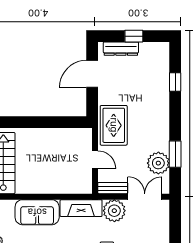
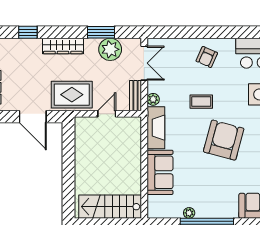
door: (92, 74) -> (33, 117), moved
wardrobe: (162, 117) -> (63, 46), added
double door: (145, 197) -> (144, 63), swing flipped
plant: (114, 211) -> (153, 99), width x0.53, depth x0.53

